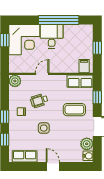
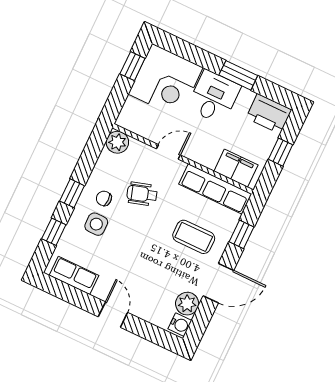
window: (59, 20) -> (238, 75), width x0.47
printer: (83, 32) -> (269, 114), added
filing cabinet: (84, 66) -> (236, 168), width x2.00
row of seats: (80, 81) -> (215, 189), width x1.48
side table: (44, 128) -> (96, 224), moved

